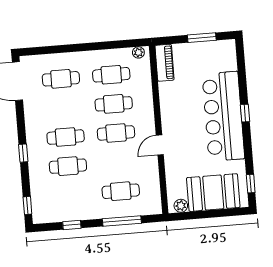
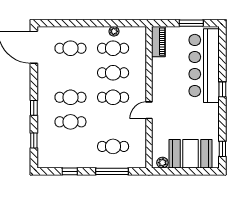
plant: (138, 52) -> (114, 31), moved
bar counter: (223, 116) -> (204, 66), moved
window: (27, 206) -> (34, 141), moved

